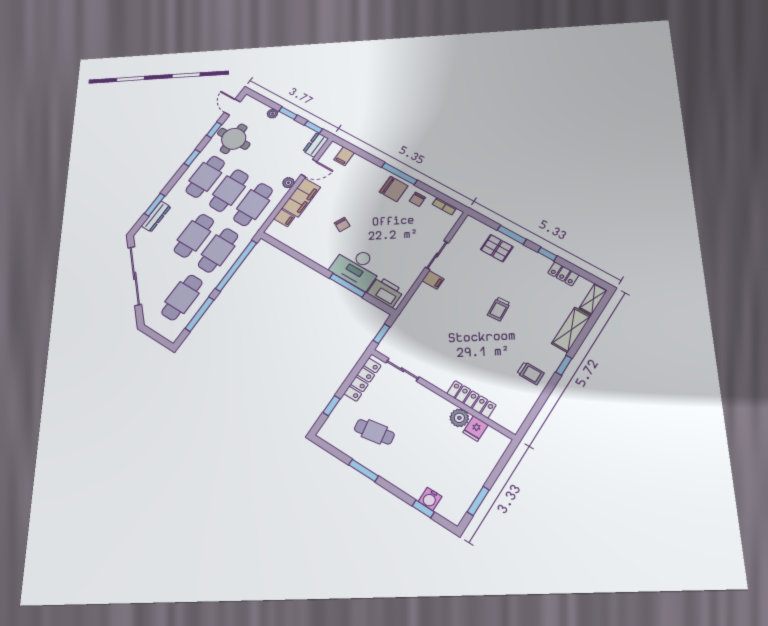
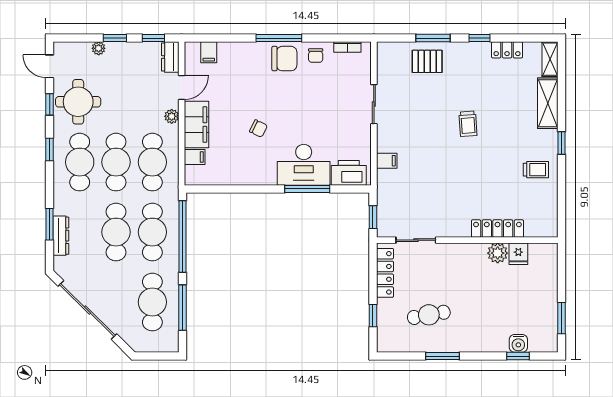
filing cabinet: (433, 280) -> (387, 161), moved

